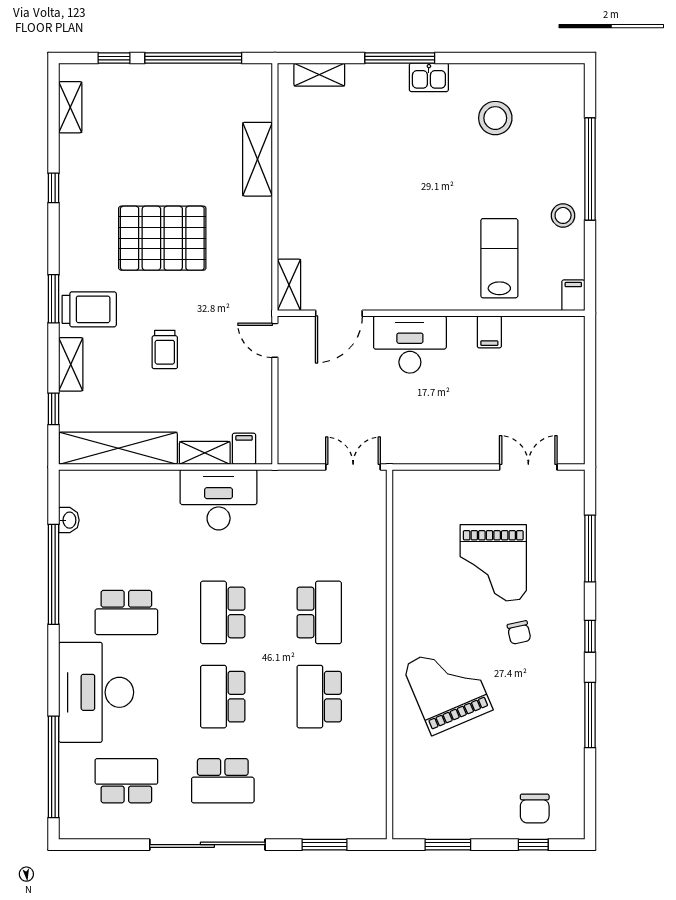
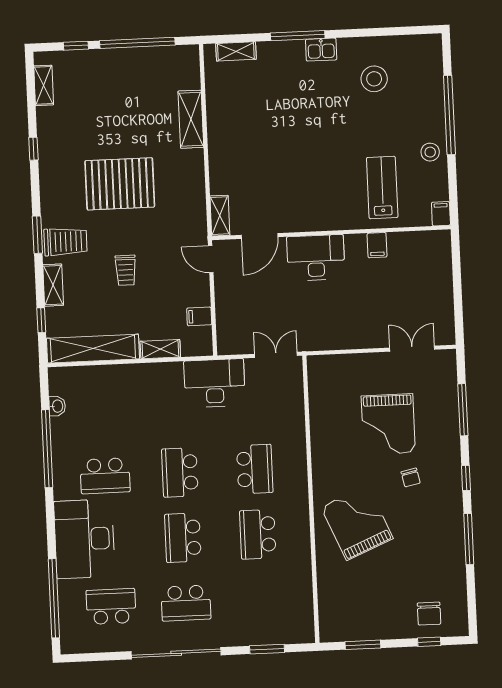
filing cabinet: (244, 449) -> (199, 316), moved, turned -90
desk: (219, 500) -> (215, 383), moved

